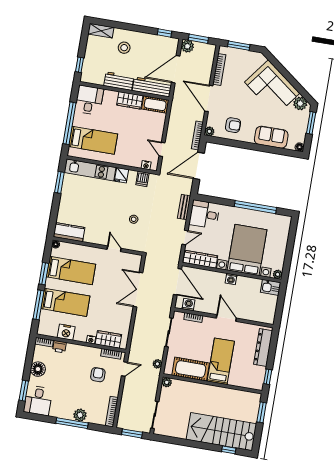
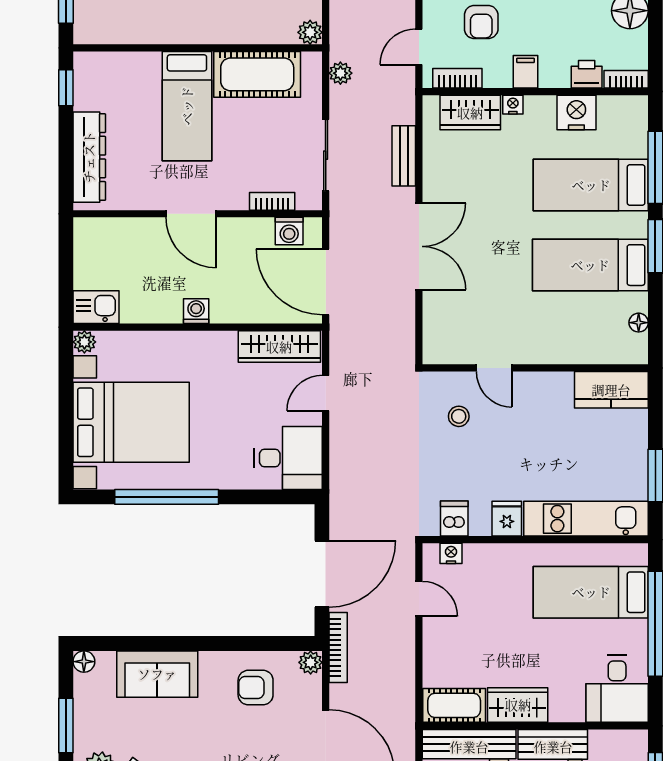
bench: (184, 207) -> (404, 156), moved
kitchen counter: (69, 232) -> (611, 390), moved
wall: (98, 246) -> (535, 368), moved
door: (114, 249) -> (494, 368), moved
bed with nightstands: (247, 250) -> (131, 422), moved, turned -90
filing cabinet: (84, 352) -> (525, 72), added

